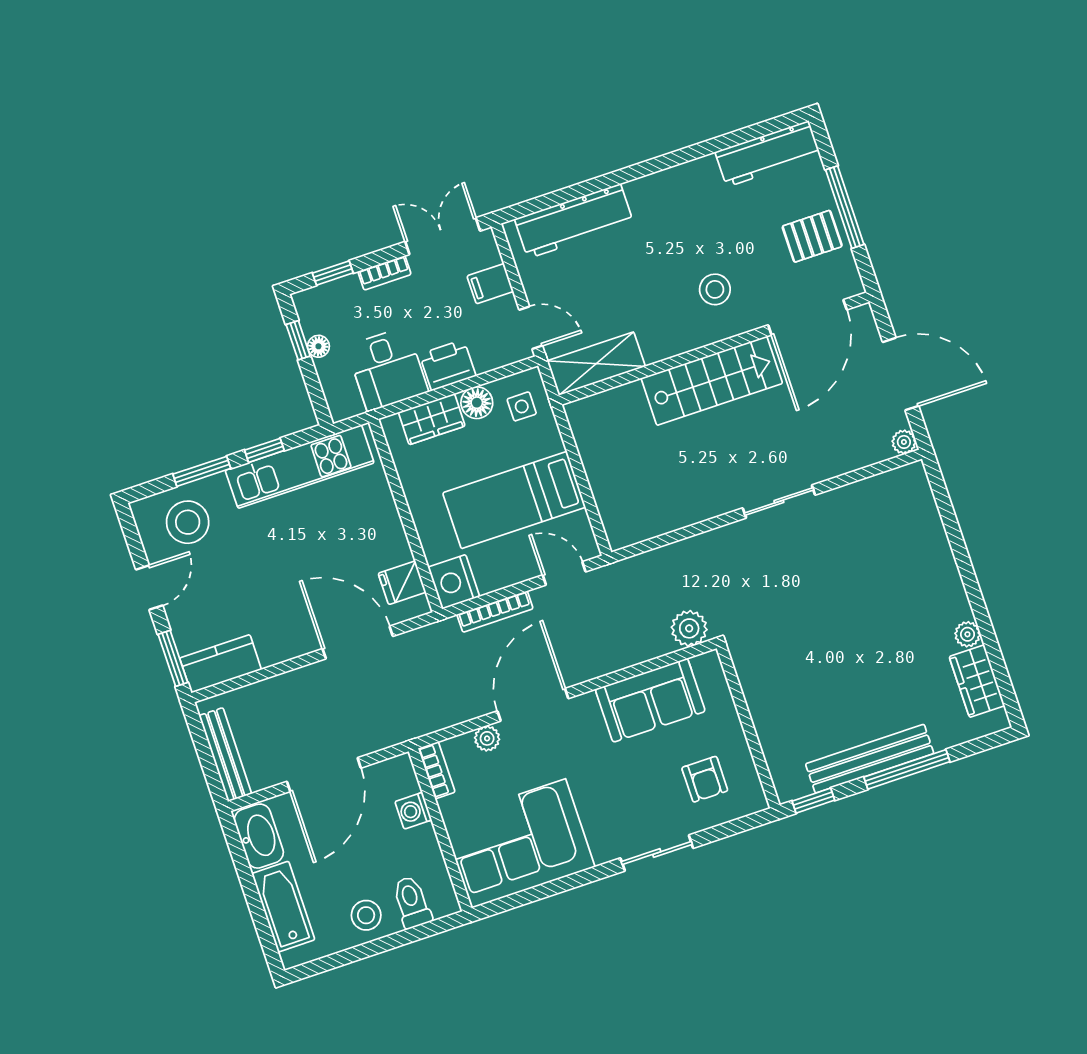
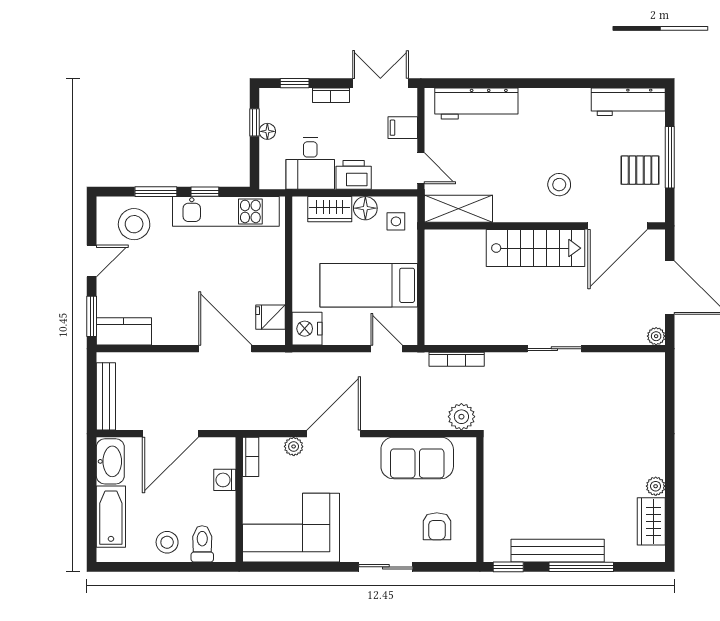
bookcase: (495, 612) -> (457, 359), moved

